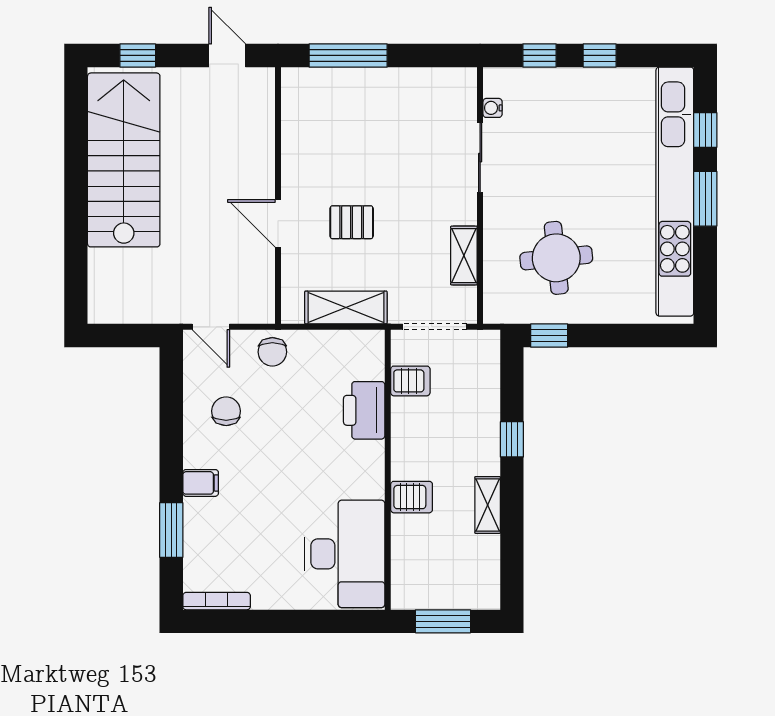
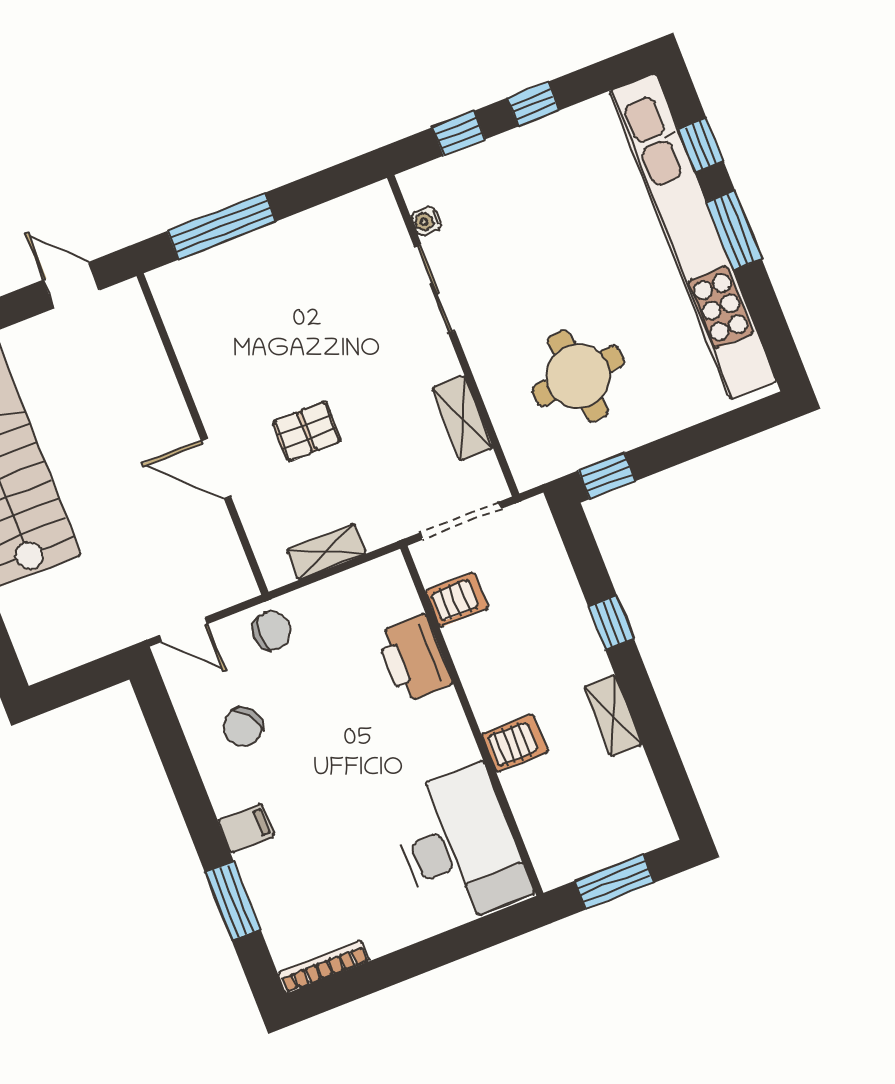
shelving: (346, 308) -> (326, 552), width x0.67, depth x0.75
chair: (272, 352) -> (271, 631), turned -90
chair: (226, 411) -> (243, 727), turned -128

